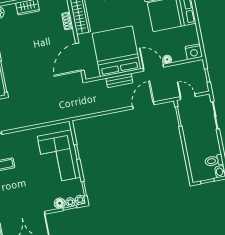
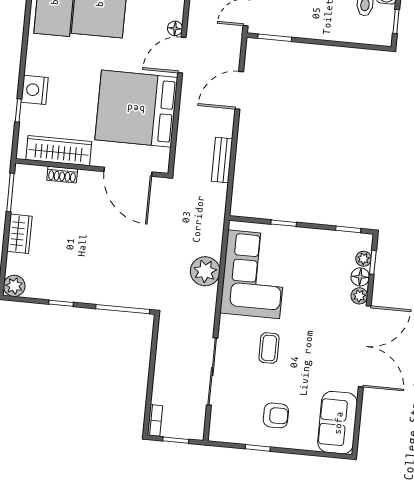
bench: (119, 81) -> (222, 160), moved
door: (143, 105) -> (239, 90), hinge flipped
plant: (37, 116) -> (205, 271), added
corner sofa: (59, 157) -> (254, 274), moved, turned -90
plant: (80, 200) -> (359, 296), moved

